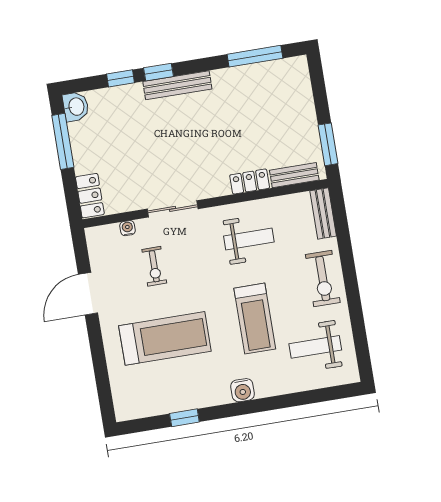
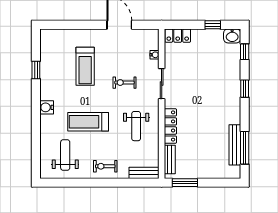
window: (121, 78) -> (245, 52), moved
bench: (177, 85) -> (235, 145), moved
window: (63, 141) -> (213, 25), width x0.46
locker: (250, 182) -> (170, 126), width x1.53
exercise bike: (154, 266) -> (124, 83), moved
exercise bike: (323, 279) -> (105, 166), width x0.73, depth x0.72
treadmill: (165, 338) -> (85, 66), width x0.73, depth x0.73

